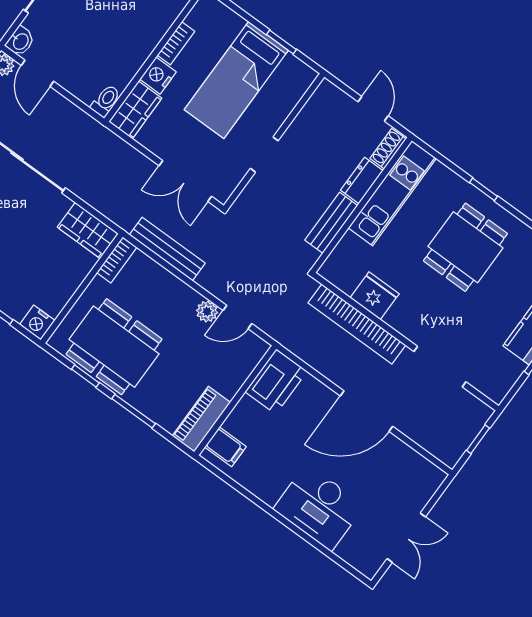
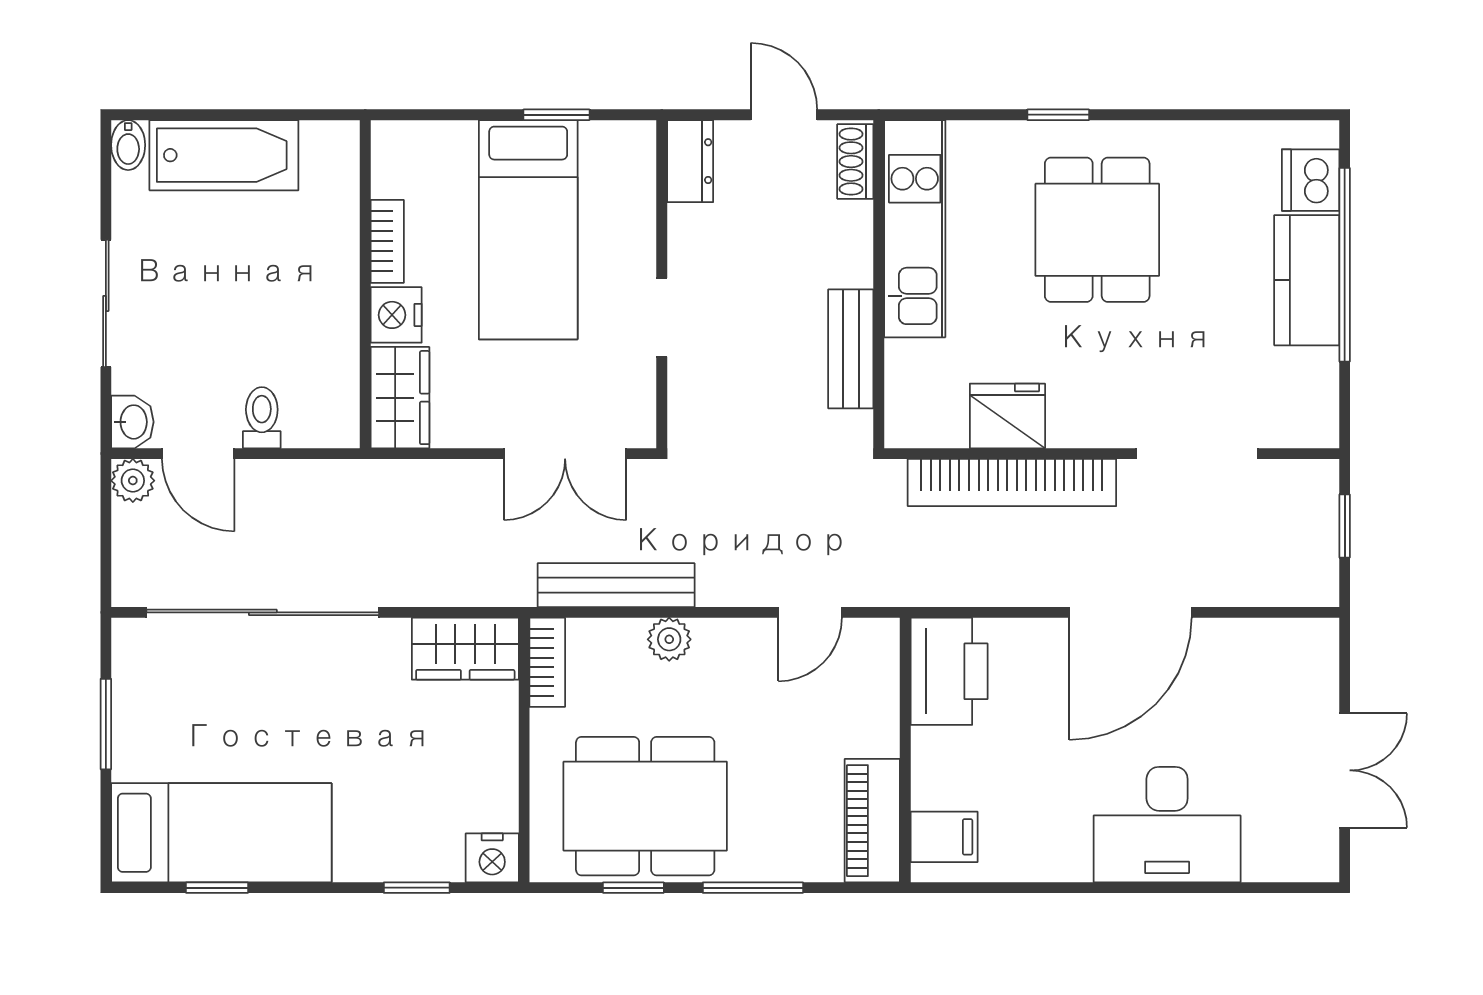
toilet: (106, 101) -> (262, 418), moved
dresser: (362, 180) -> (690, 161), moved, turned 180
plant: (207, 311) -> (669, 639), moved

